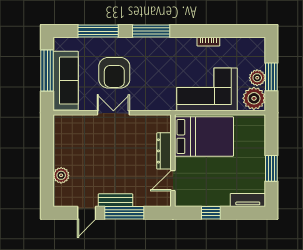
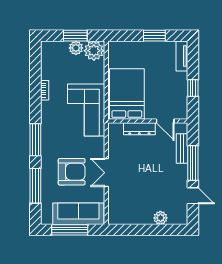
corner sofa: (207, 89) -> (86, 110), moved
bench: (116, 200) -> (182, 148), moved

